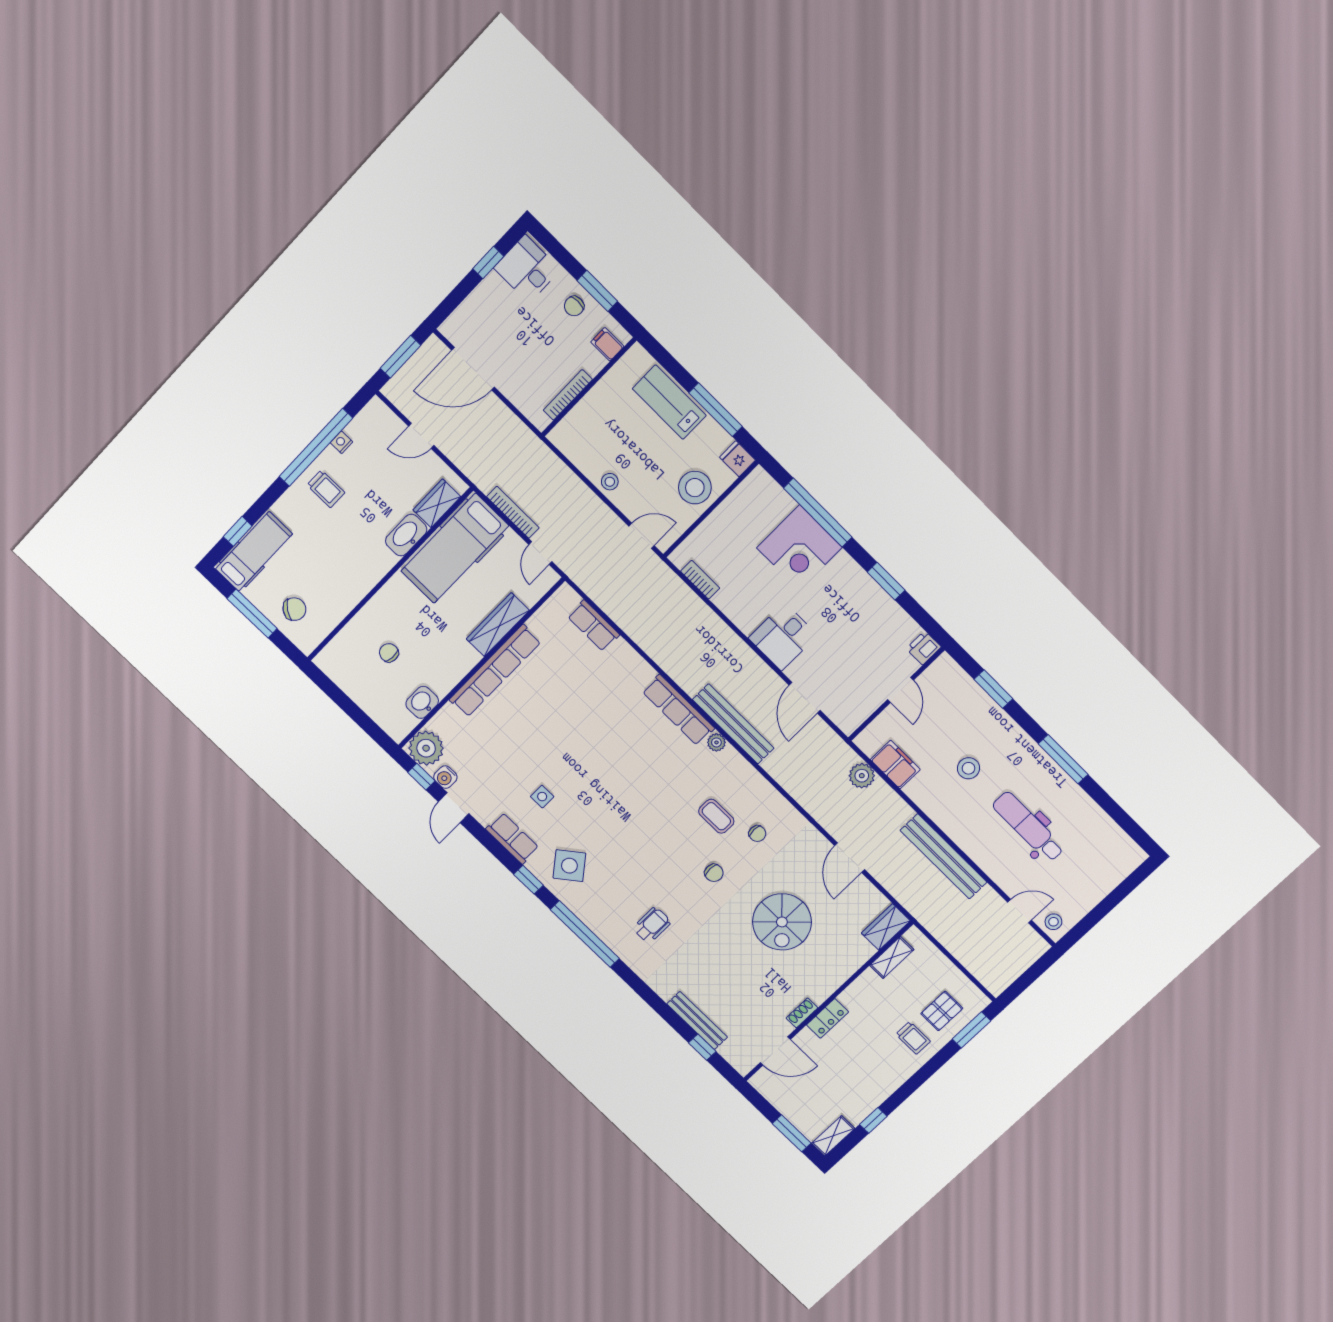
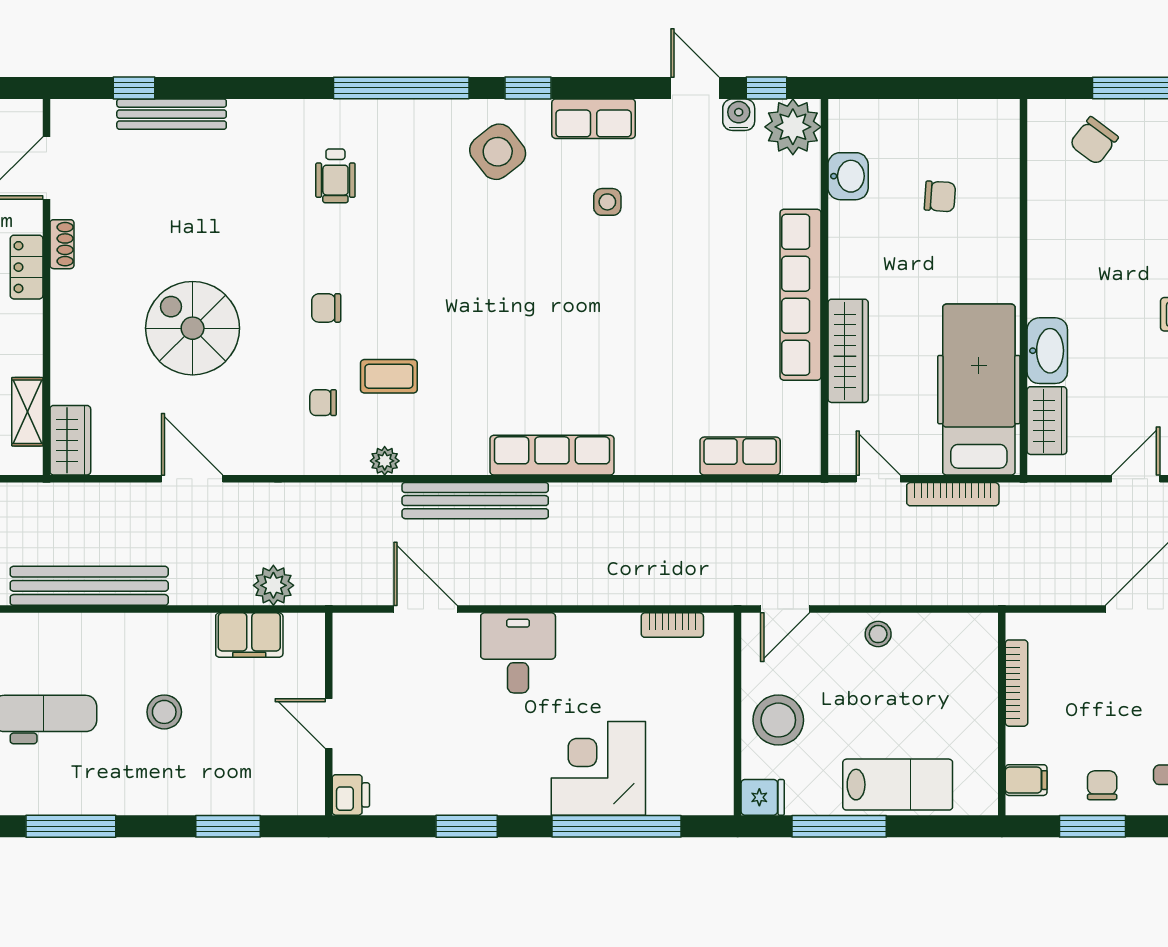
plant: (716, 742) -> (385, 461), moved

